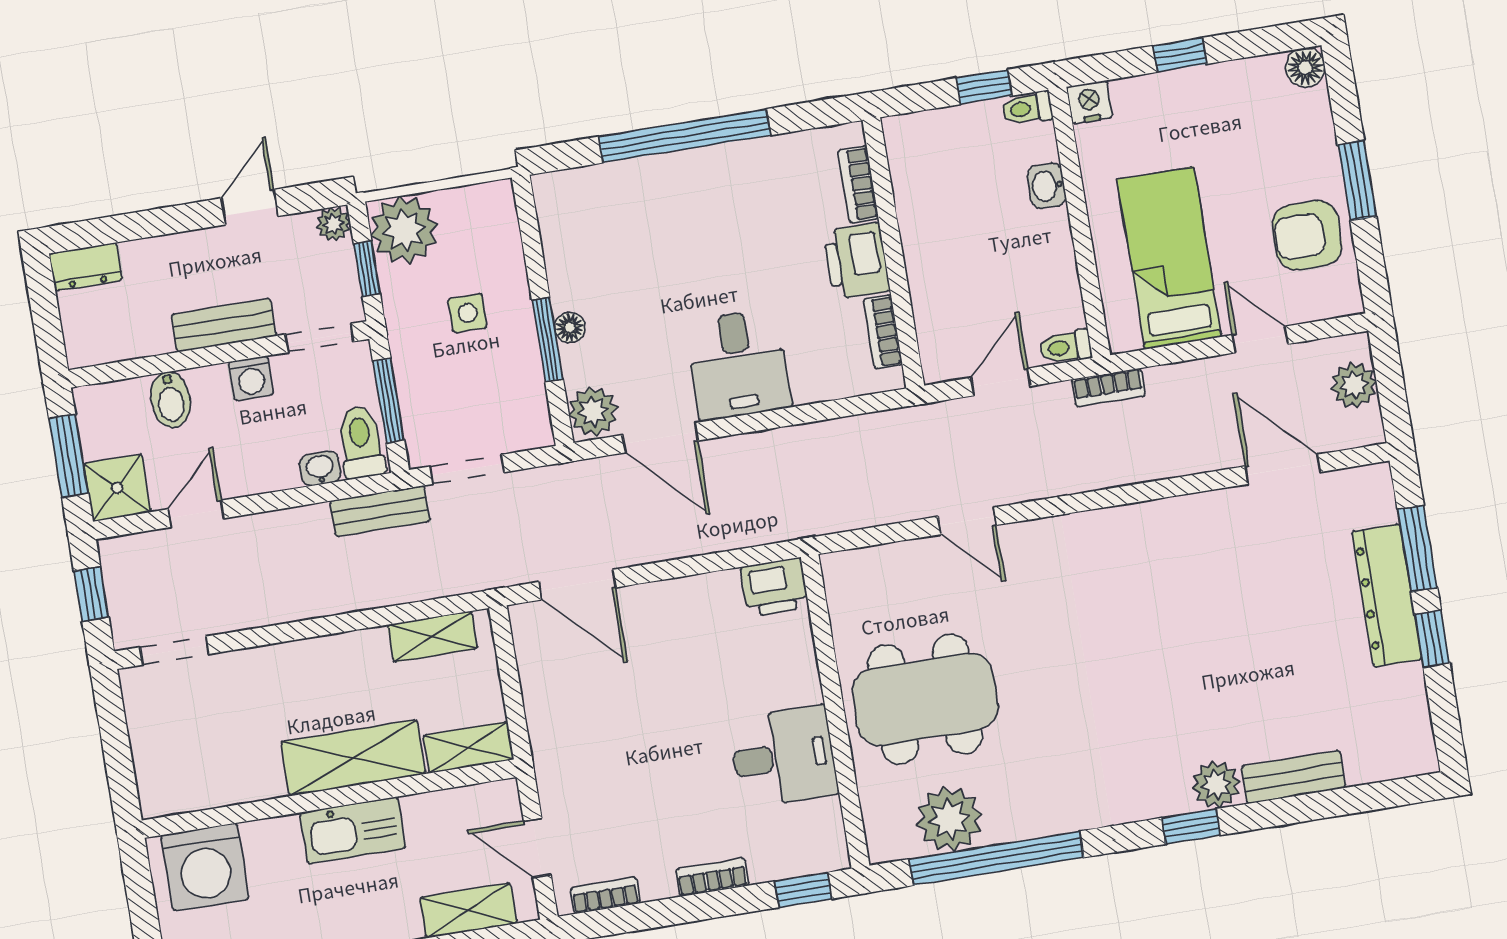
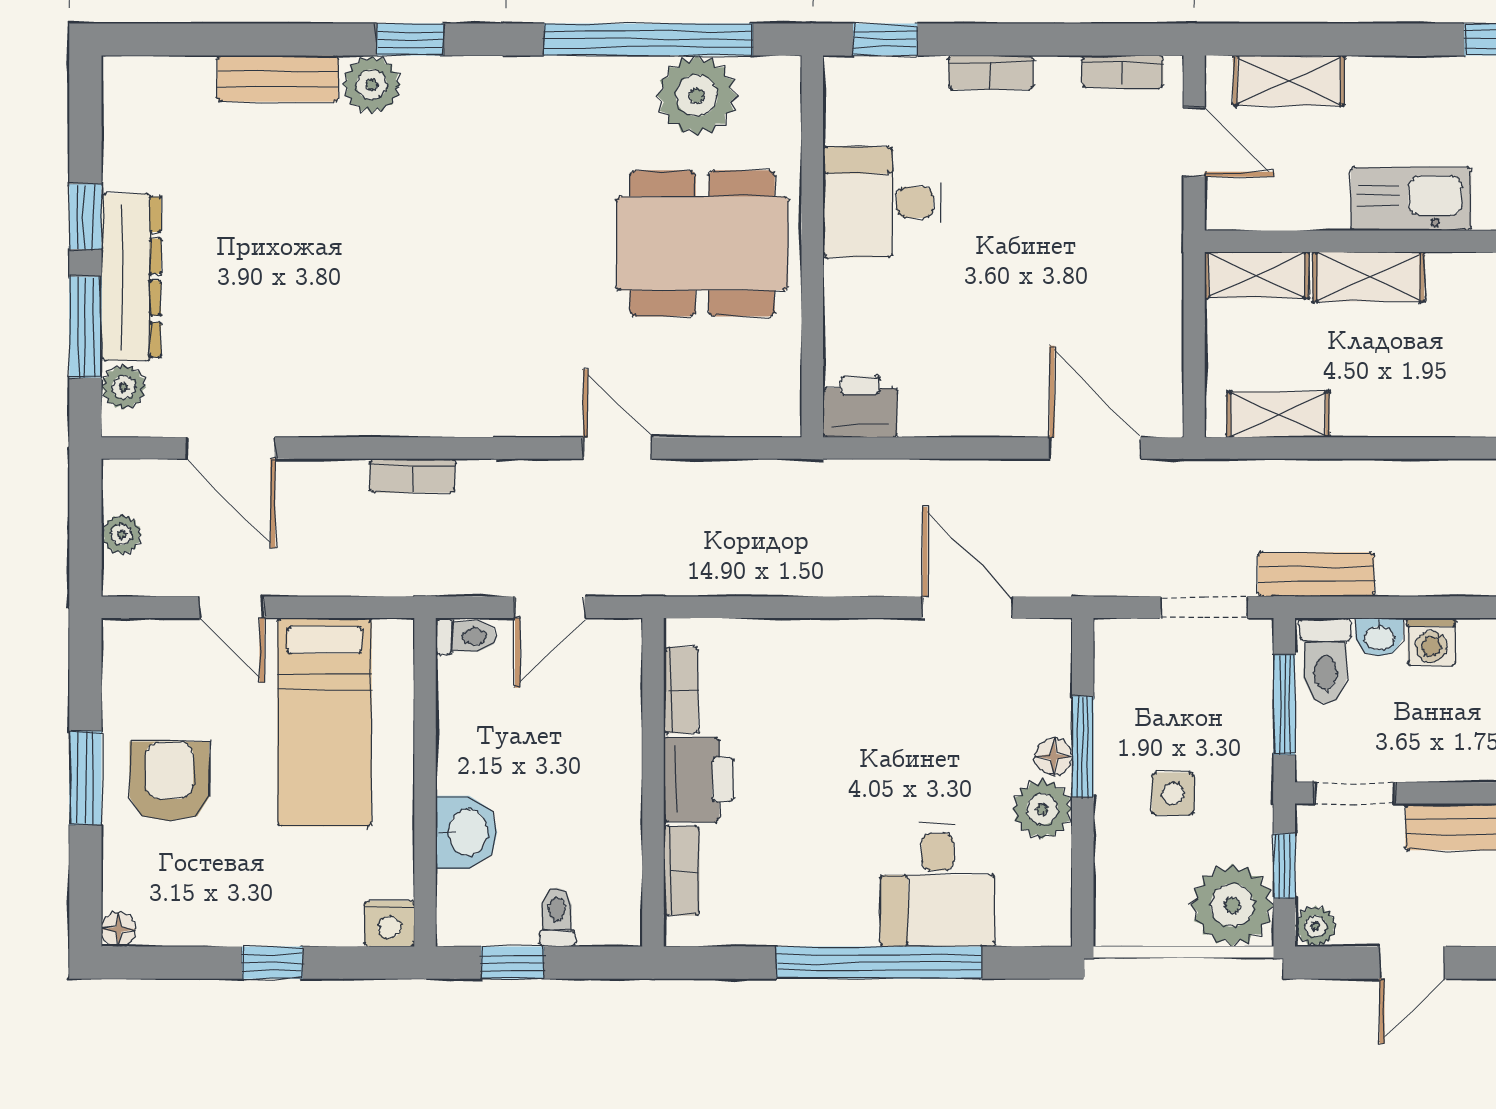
floor lamp: (1305, 68) -> (119, 929), width x0.73, depth x0.73
toilet: (1027, 108) -> (557, 917), moved, turned -90
washbasin: (1047, 186) -> (466, 832), width x1.38, depth x1.45
armchair: (1307, 235) -> (169, 781), moved, turned -90
desk: (738, 364) -> (938, 885), moved, turned 180
washing machine: (251, 378) -> (1431, 642), moved, turned 180
plant: (1354, 385) -> (121, 534), width x0.73, depth x0.73
bookcase: (1108, 388) -> (412, 476), moved, turned 180
plant: (593, 411) -> (1042, 809), moved
plant: (1378, 505) -> (124, 387), added
shelving: (353, 758) -> (1368, 277), width x0.67, depth x0.75

